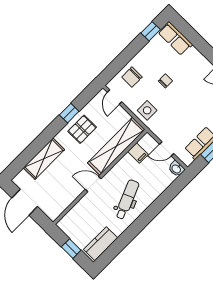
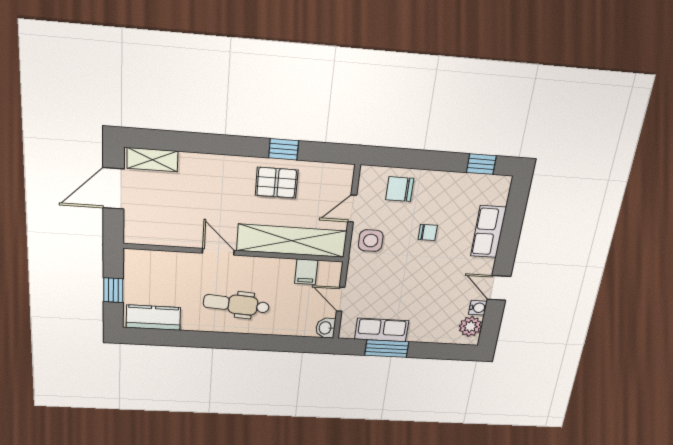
row of seats: (175, 38) -> (488, 232), moved
door: (114, 97) -> (352, 209), moved
shelving: (44, 159) -> (152, 160), moved, width x0.67, depth x0.75
dental chair: (127, 200) -> (236, 304), turned -153

